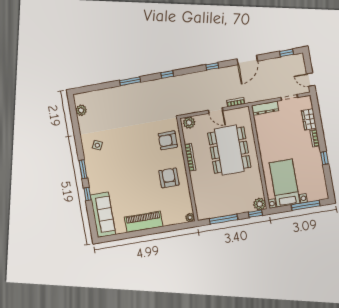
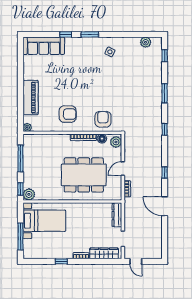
window: (286, 53) -> (165, 56), moved
door: (311, 80) -> (136, 261), swing flipped
wardrobe: (309, 119) -> (104, 253), width x1.50
floor lamp: (188, 138) -> (102, 139), added
piano: (144, 222) -> (31, 98), moved

